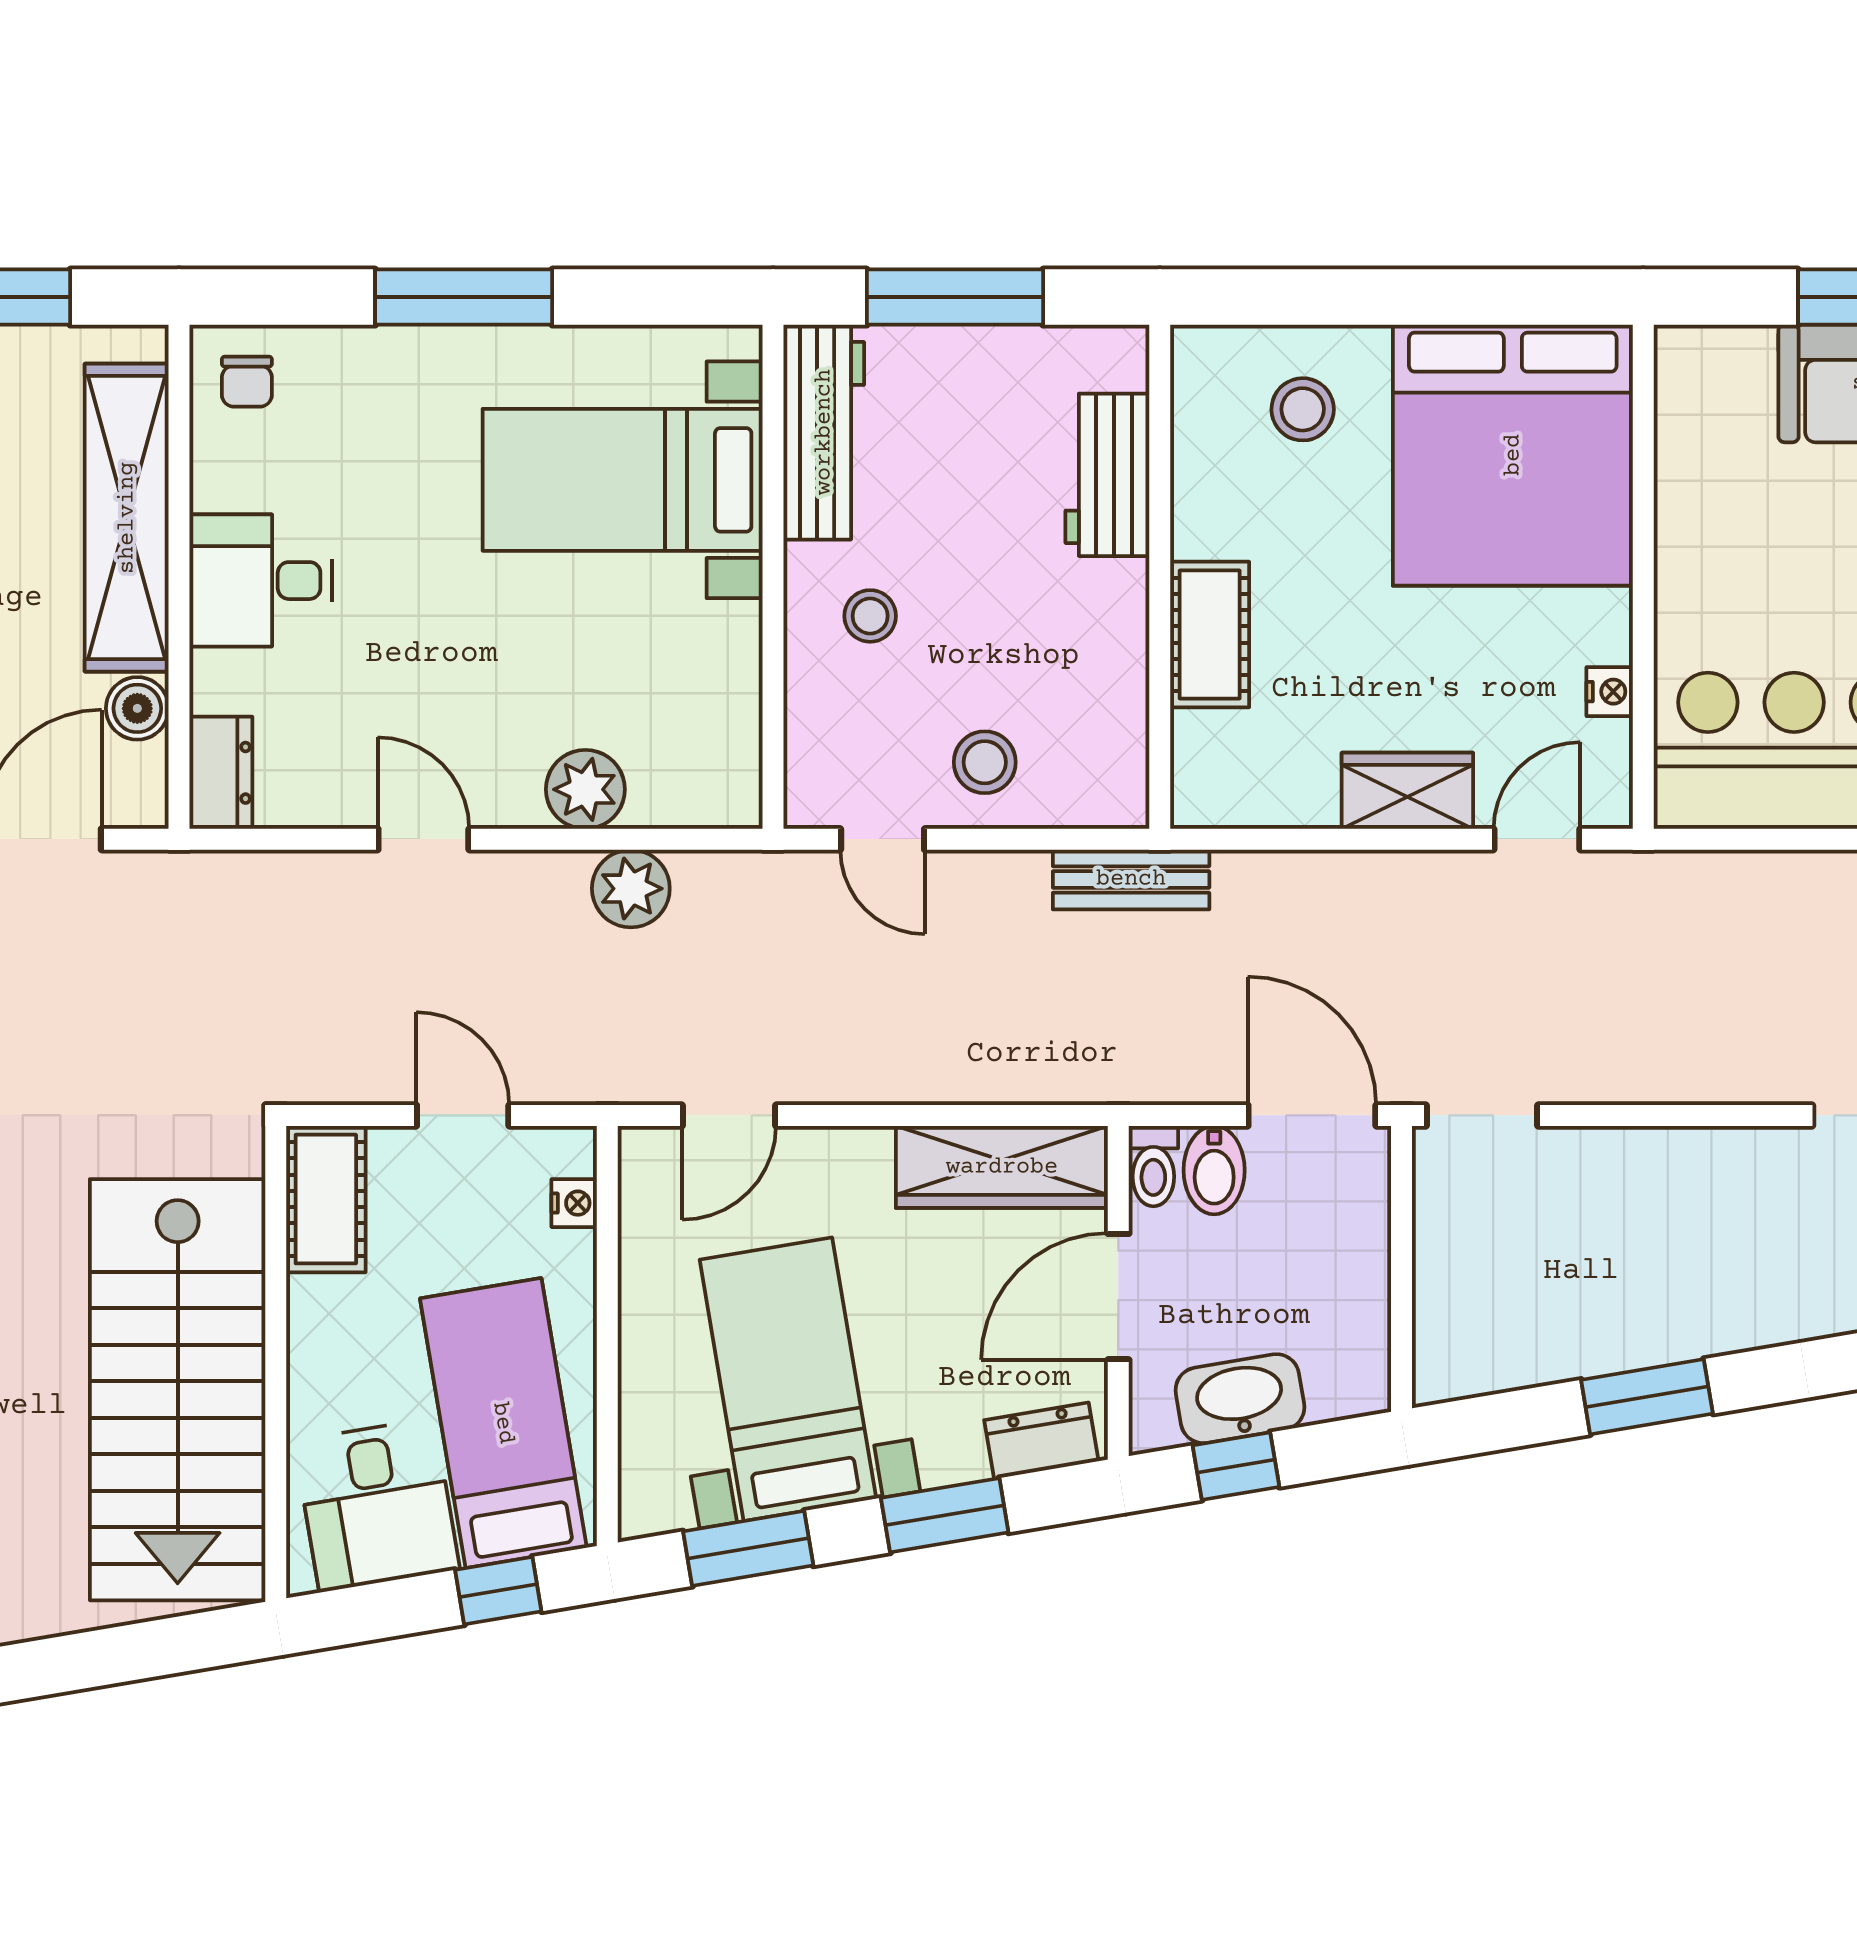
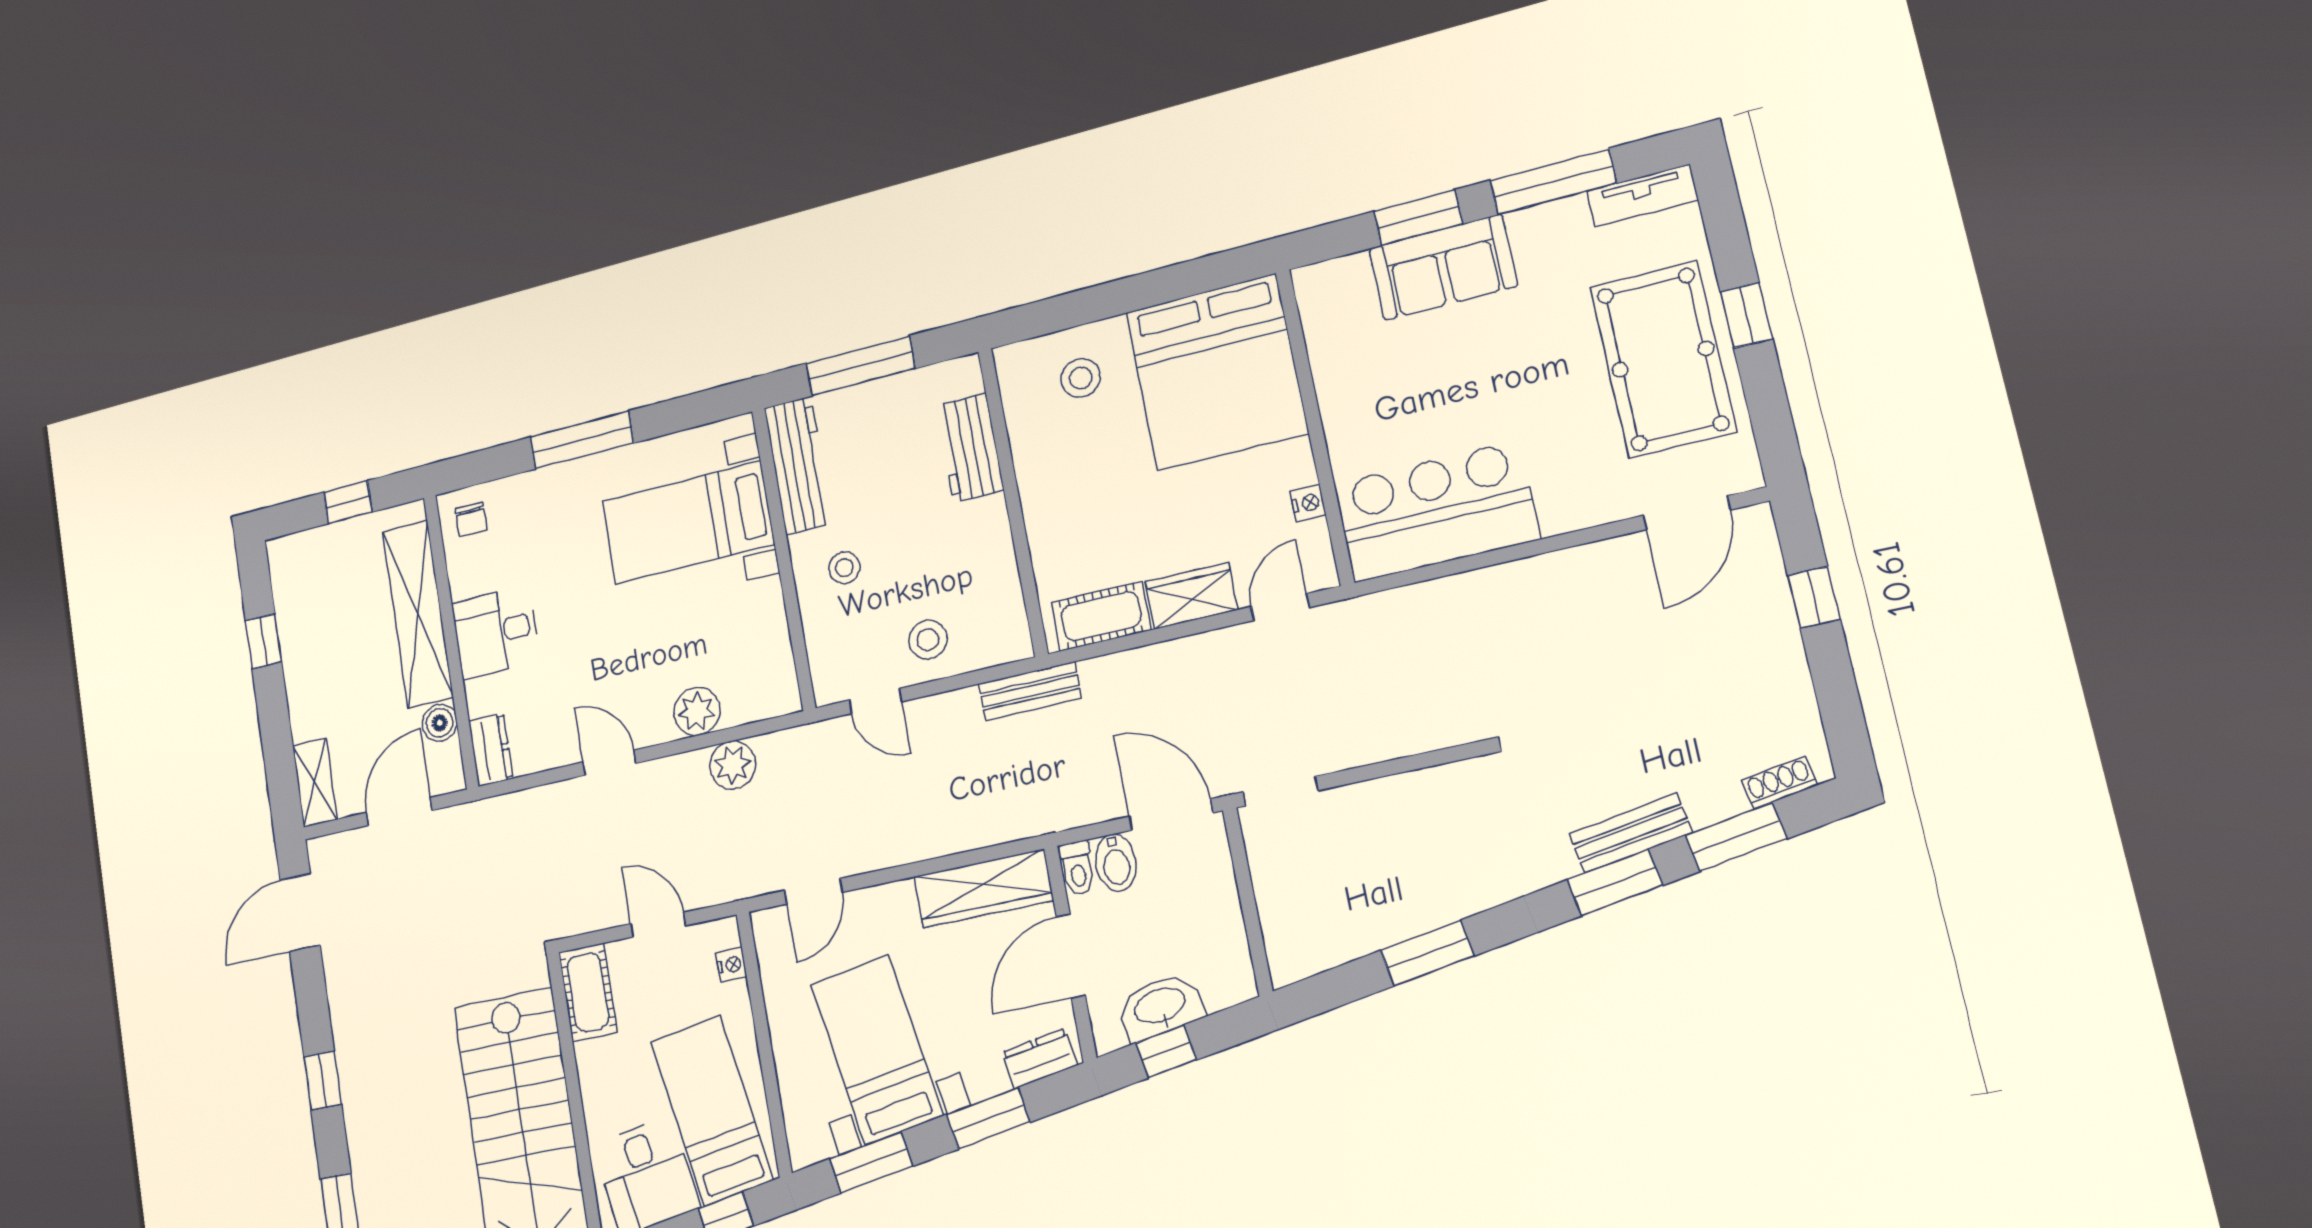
cot: (1210, 635) -> (1101, 616), moved, turned 90

